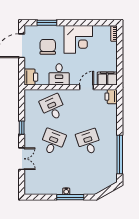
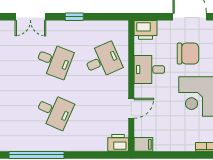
filing cabinet: (107, 79) -> (143, 144), width x0.50
door: (86, 87) -> (131, 108), hinge flipped
desk: (89, 142) -> (54, 111), turned 42

